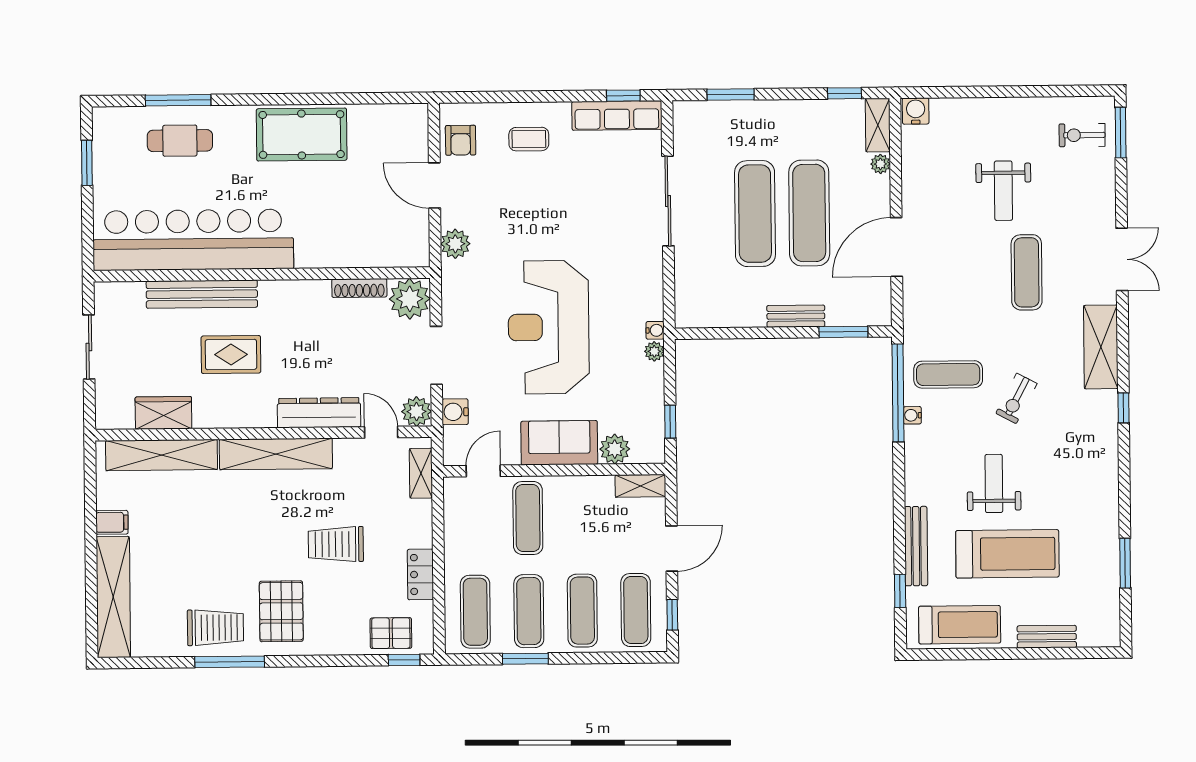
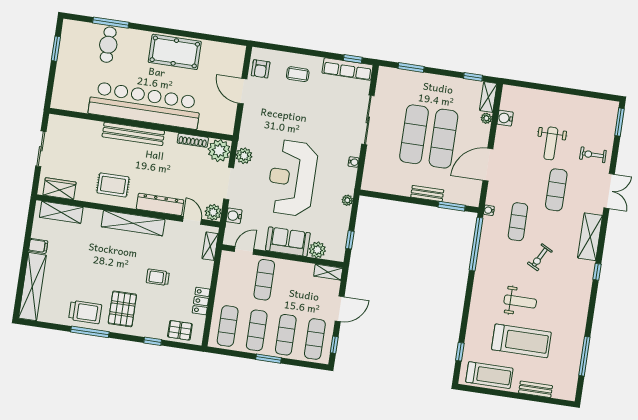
water cooler: (916, 111) -> (505, 118), moved, turned -90
exercise bike: (1082, 135) -> (593, 155), moved
cafe table: (180, 141) -> (108, 45), turned 90
bar counter: (193, 240) -> (145, 105), moved
plant: (455, 244) -> (244, 156), moved
bench: (202, 294) -> (133, 134), moved
water cooler: (655, 330) -> (354, 162), moved
rug: (231, 354) -> (113, 185), moved
exercise mat: (948, 374) -> (518, 222), moved, turned 90
wardrobe: (163, 413) -> (59, 189), moved
water cooler: (912, 415) -> (489, 210), moved
shelving: (162, 455) -> (61, 212), width x0.68
weight bench: (994, 483) -> (520, 302), turned 90
trolley: (336, 544) -> (158, 277), width x0.73, depth x0.72
bench: (916, 546) -> (472, 329), removed
window: (1125, 563) -> (584, 356), width x1.44
window: (525, 659) -> (268, 359), moved
window: (404, 660) -> (153, 341), moved

